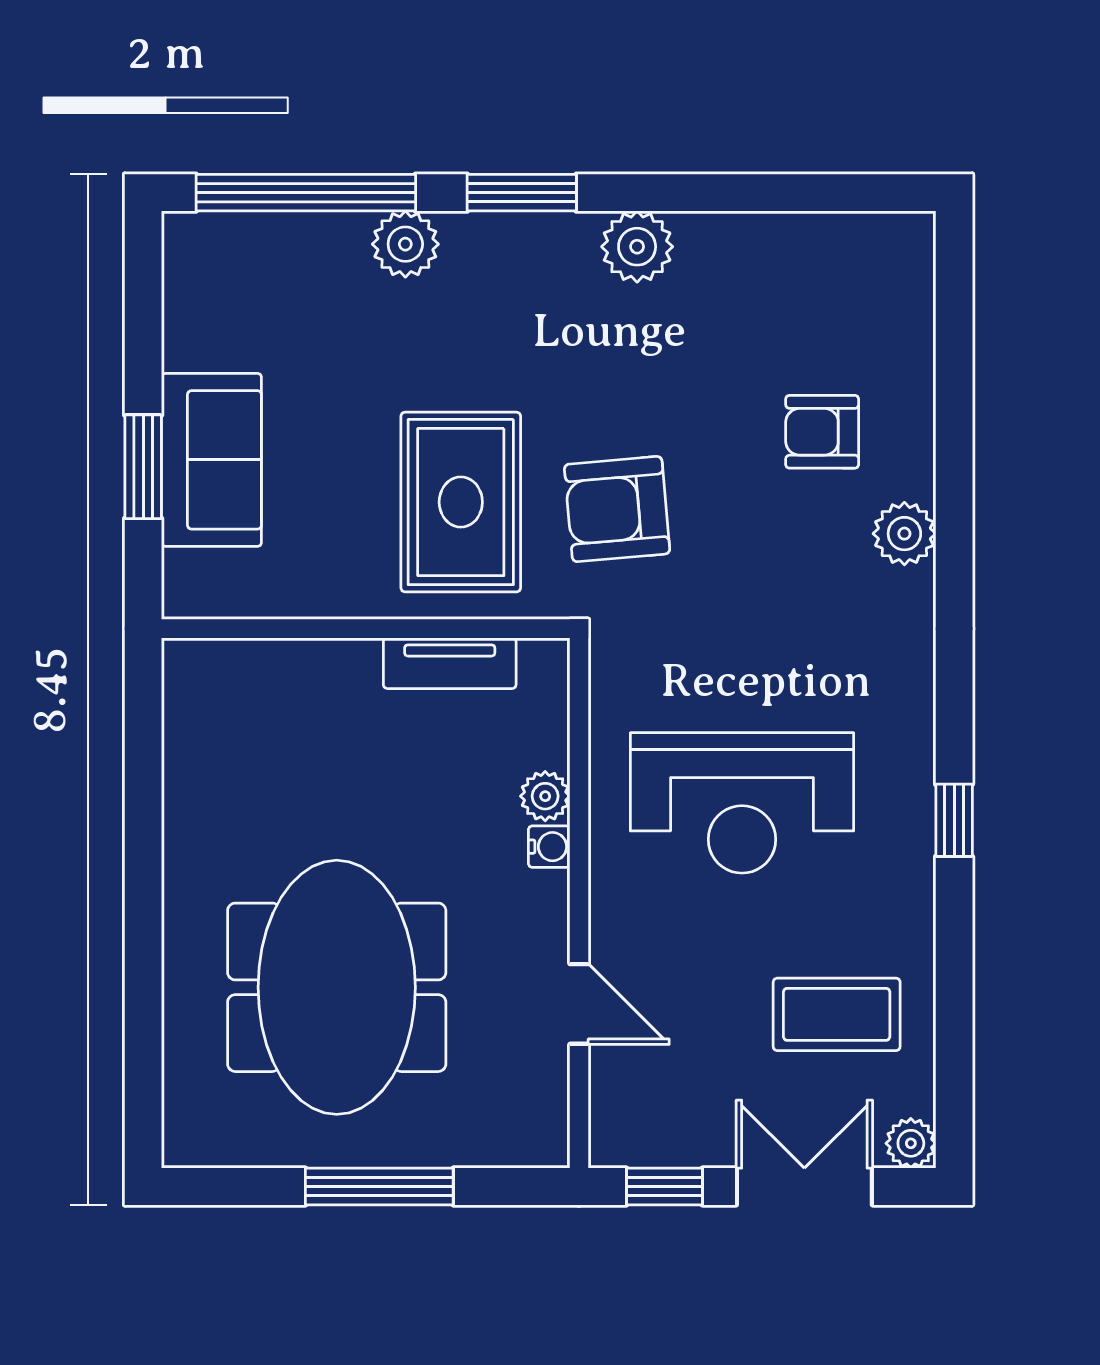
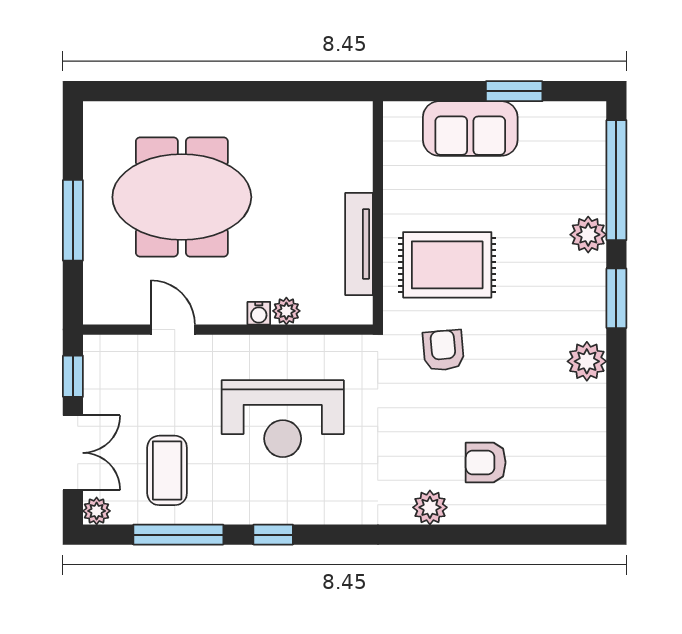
armchair: (822, 432) -> (486, 462), turned -90
window: (143, 467) -> (514, 91), moved
armchair: (617, 509) -> (443, 350), width x0.72, depth x0.72
tv unit: (450, 663) -> (359, 244), width x1.41
reception desk: (742, 803) -> (283, 419), turned -90
window: (954, 994) -> (178, 535), added
door: (579, 1004) -> (173, 330), swing flipped

